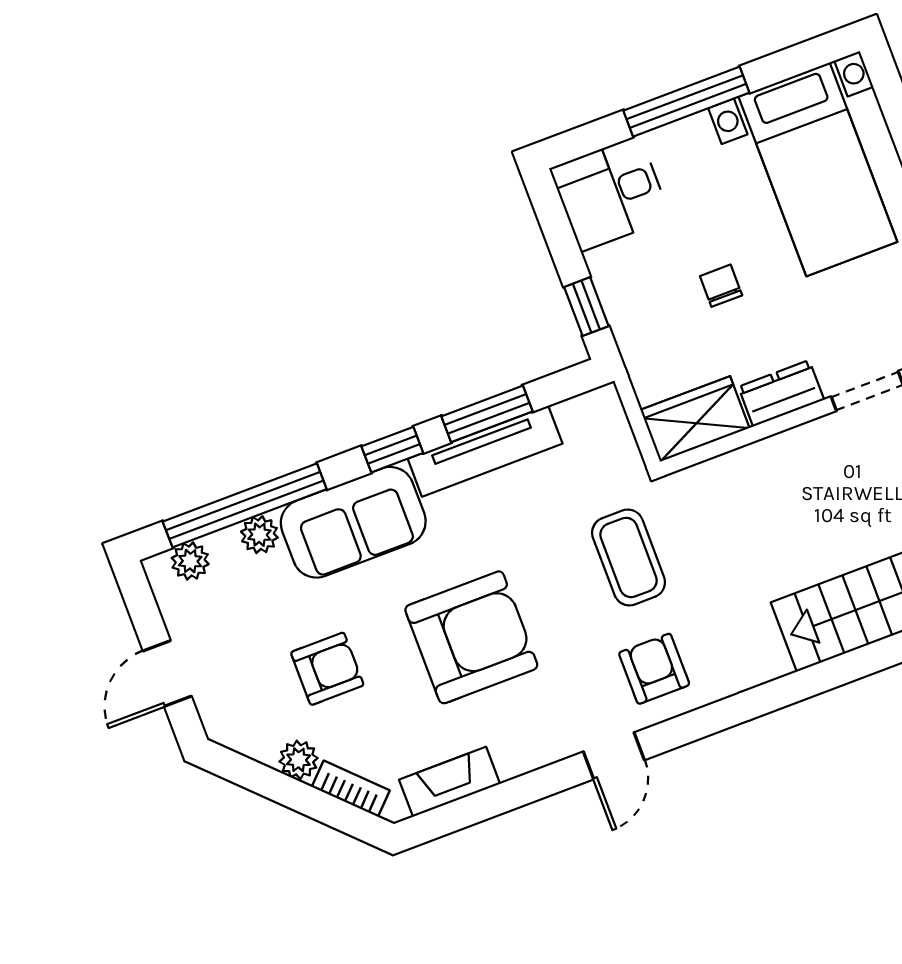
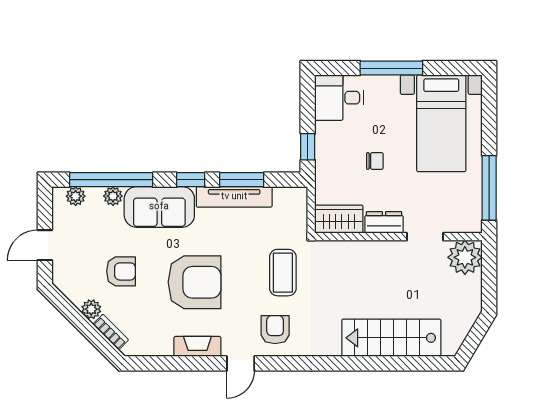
chair: (721, 286) -> (375, 161), turned 90
fireplace: (450, 782) -> (197, 346), moved

